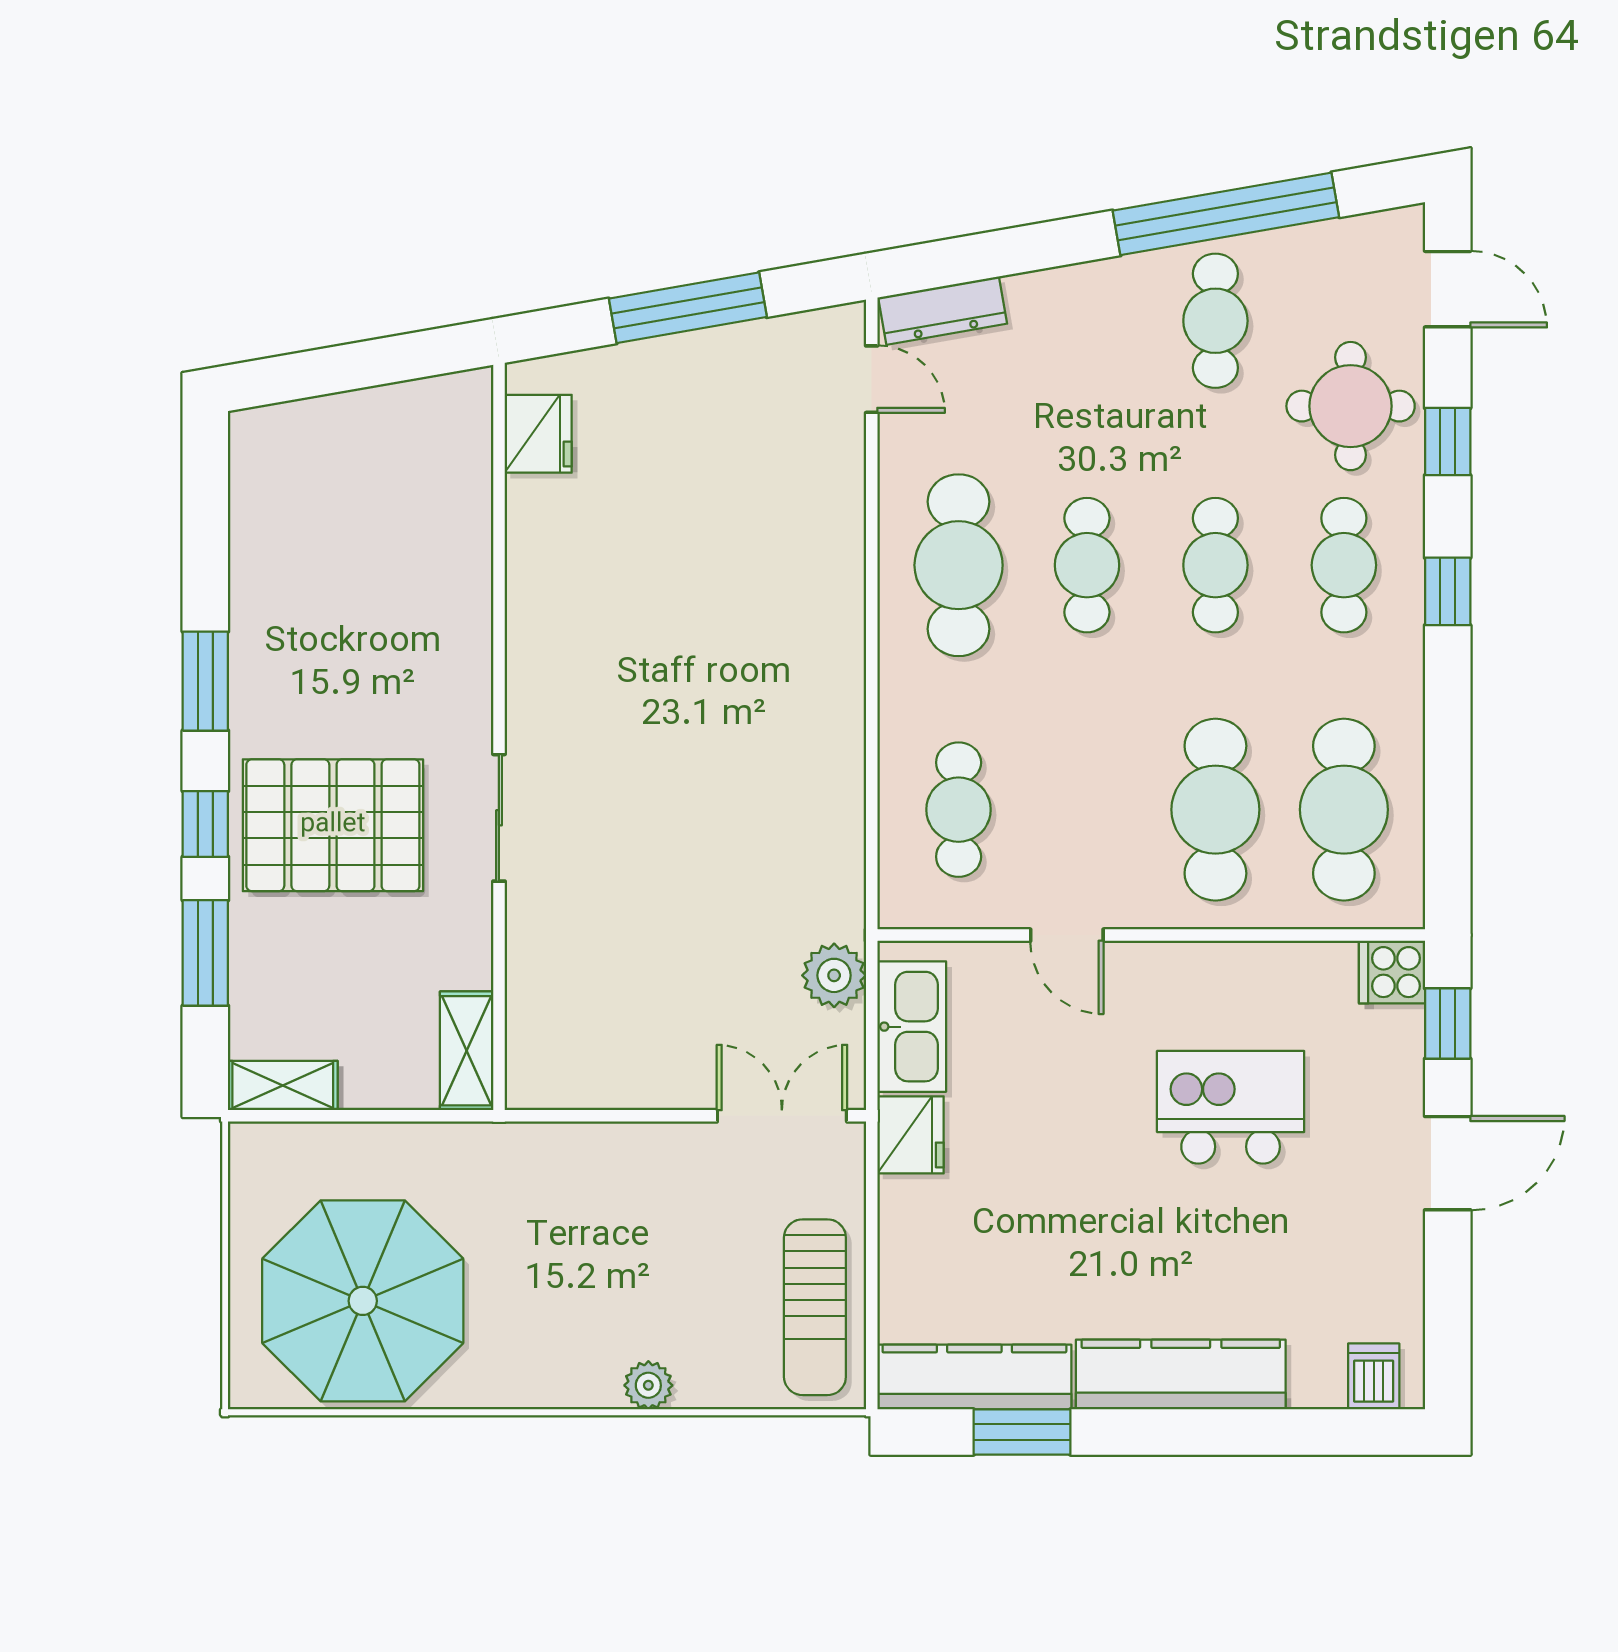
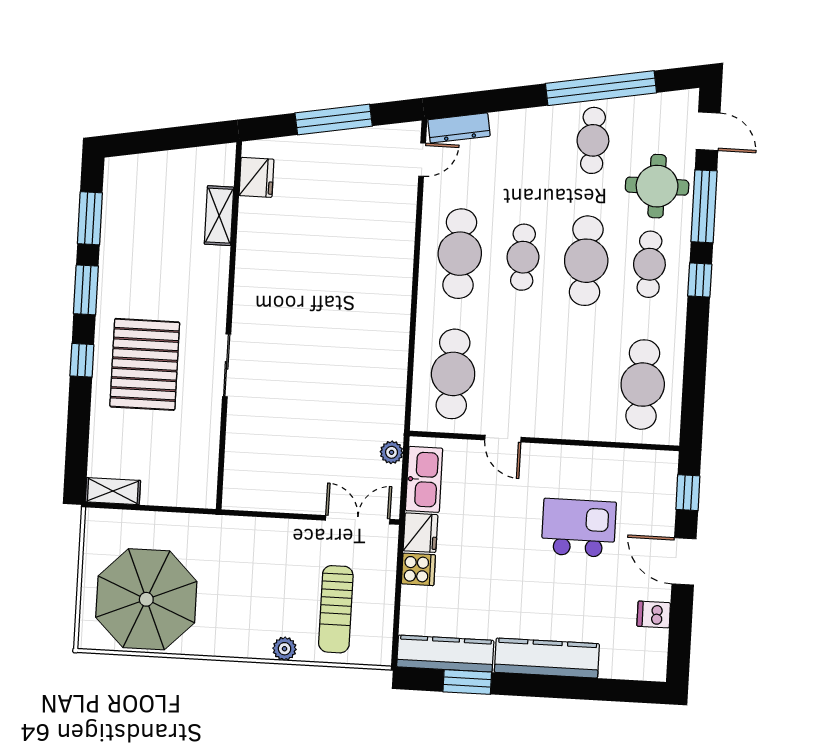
door: (872, 379) -> (422, 160), hinge flipped
window: (1448, 442) -> (704, 206), width x2.17
cafe table: (1215, 565) -> (586, 261), width x1.37, depth x1.35
cafe table: (959, 810) -> (453, 374), width x1.37, depth x1.35
cafe table: (1215, 810) -> (579, 381), removed
pallet: (333, 825) -> (145, 364), turned 90
window: (205, 953) -> (90, 218), moved
cooker: (1392, 972) -> (418, 569), moved, turned 180
plant: (834, 975) -> (392, 452), width x0.73, depth x0.73
shelving: (467, 1051) -> (219, 216), moved
door: (1448, 1163) -> (684, 561), swing flipped
sun lounger: (815, 1307) -> (336, 609), moved
dishwasher: (1374, 1376) -> (654, 614), moved, turned -90

